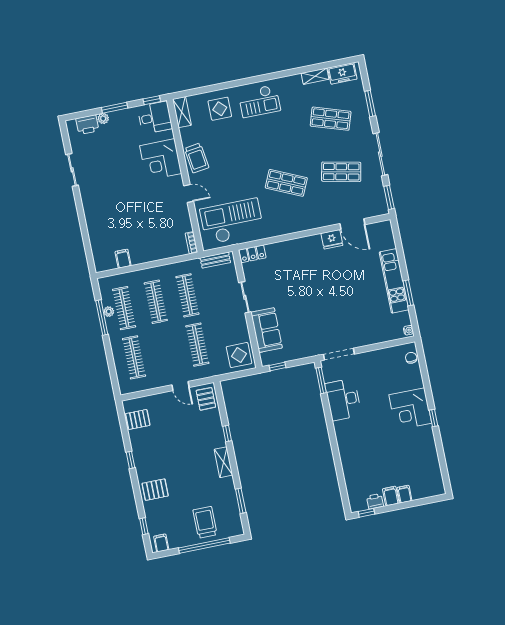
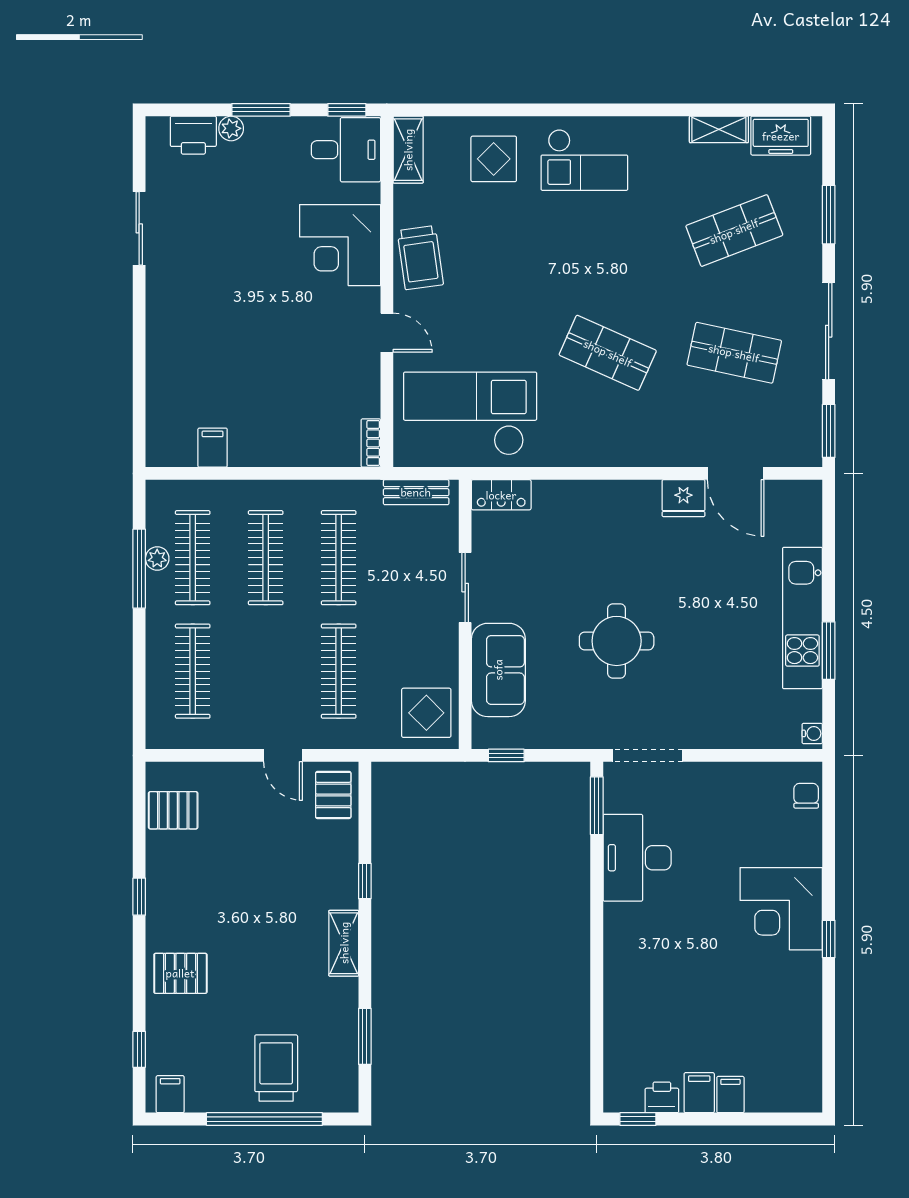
shop shelf: (331, 119) -> (734, 231), turned -39
round table: (315, 307) -> (617, 641), added

